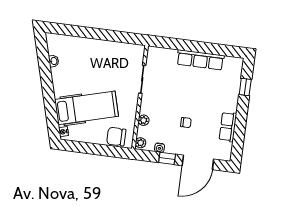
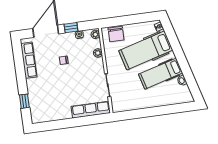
row of seats: (200, 60) -> (91, 110), moved
hospital bed: (76, 76) -> (161, 74), added
row of seats: (228, 127) -> (29, 60), width x1.48
chair: (116, 137) -> (116, 34), turned 90

